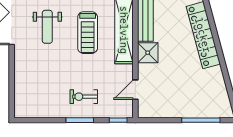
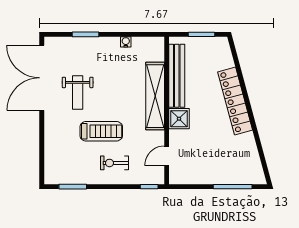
treadmill: (88, 33) -> (101, 131), moved, turned -90
window: (80, 120) -> (73, 187), moved

